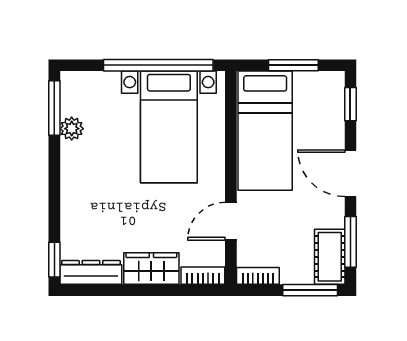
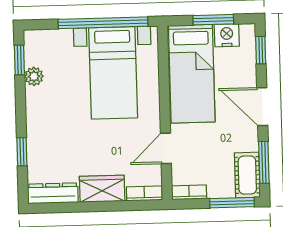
nightstand: (309, 85) -> (227, 35), added
window: (54, 108) -> (19, 60), width x0.67
window: (54, 260) -> (22, 152), moved

